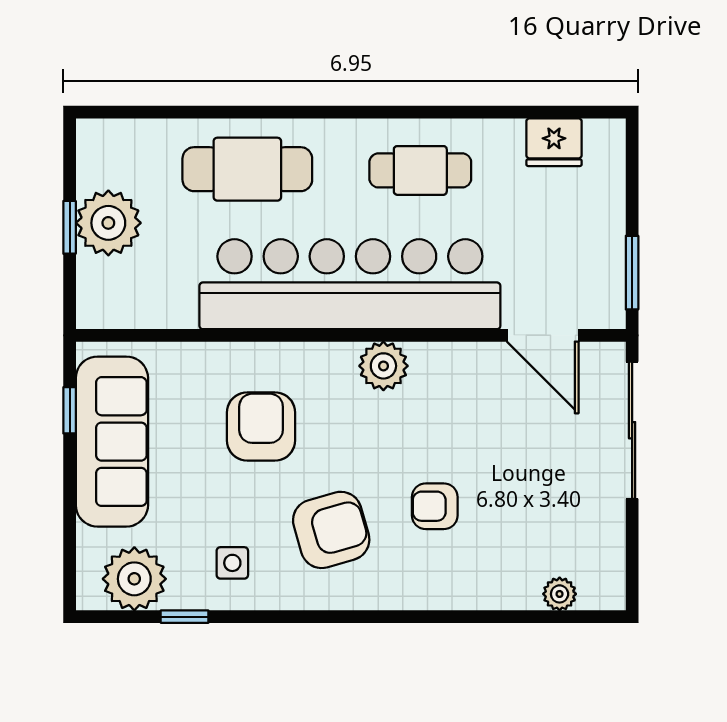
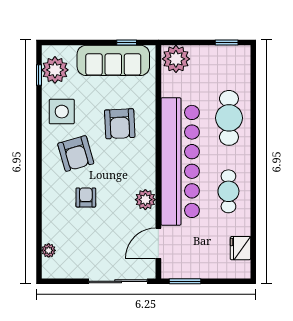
plant: (108, 223) -> (176, 59), moved
window: (70, 227) -> (227, 42), moved
plant: (383, 366) -> (145, 200), moved
armchair: (261, 426) -> (120, 124), turned 87
side table: (232, 563) -> (62, 112), width x1.87, depth x1.87
window: (185, 617) -> (39, 75), moved

